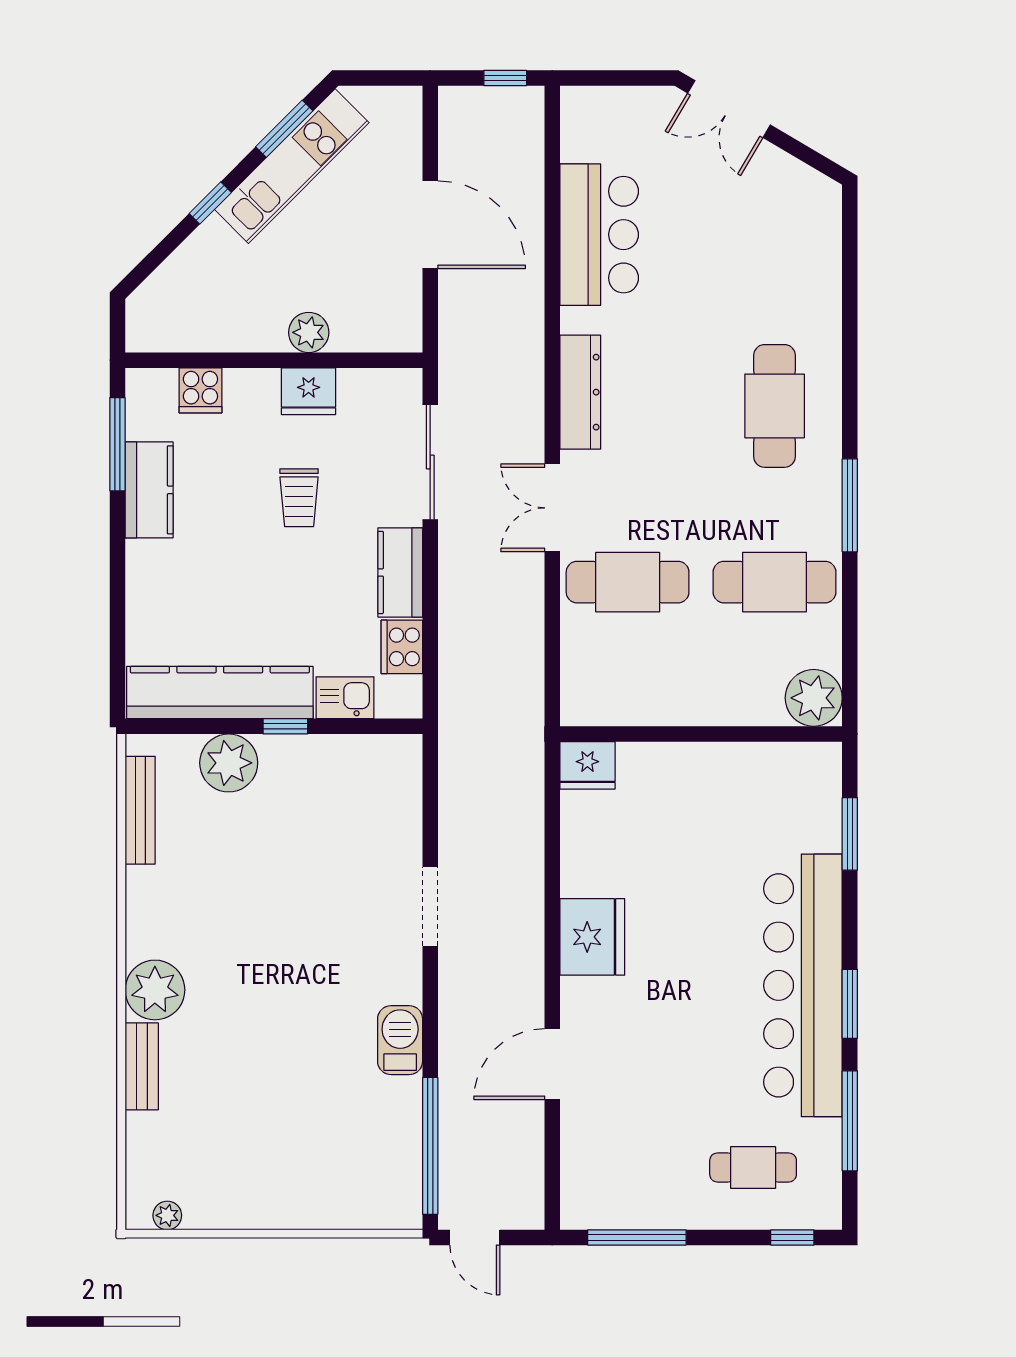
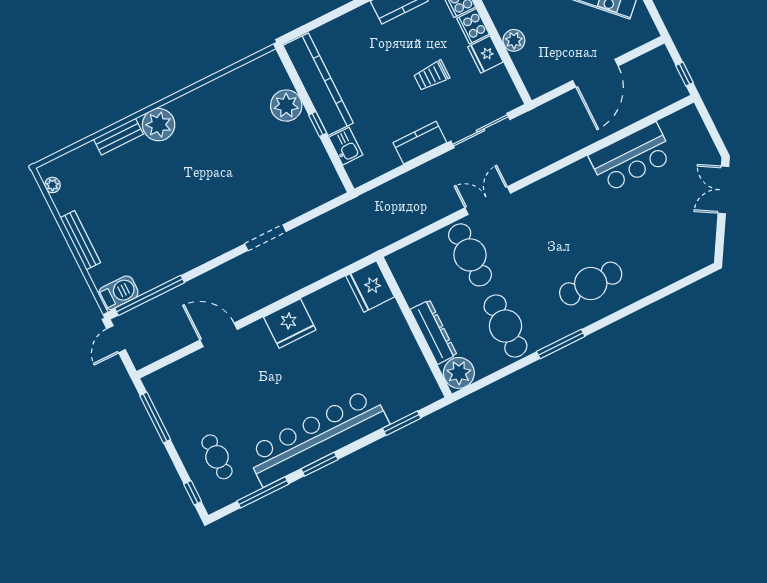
dresser: (580, 392) -> (434, 332), moved, turned -90
cooker: (402, 647) -> (473, 26), moved, turned -90
fridge: (587, 765) -> (370, 286), width x1.36, depth x1.34
bench: (140, 810) -> (80, 240), moved, turned 90
barbecue: (400, 1040) -> (118, 293), moved

